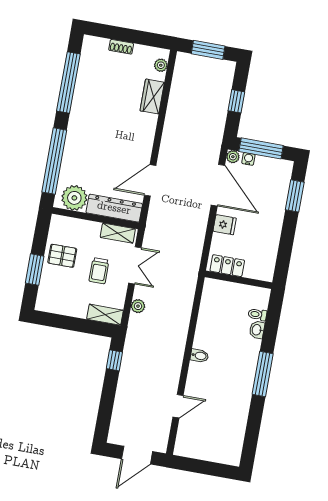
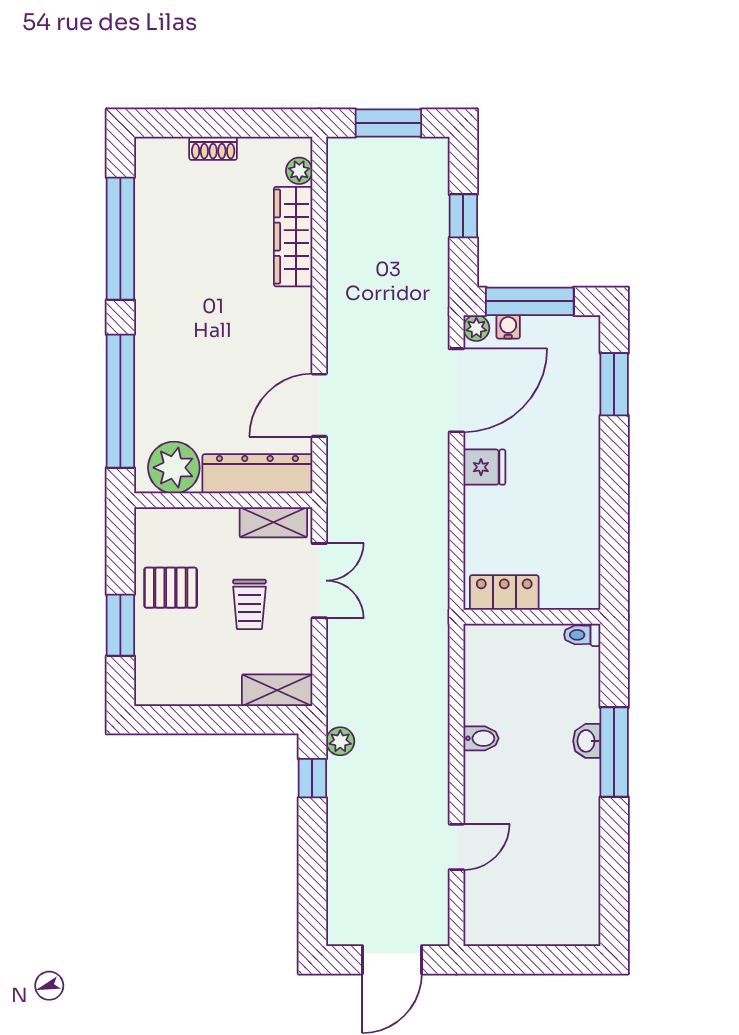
wardrobe: (152, 97) -> (293, 237), width x1.50
door: (218, 185) -> (456, 390), hinge flipped
locker: (227, 266) -> (504, 593), moved
wall: (239, 280) -> (532, 617), moved
plant: (138, 306) -> (340, 741), moved
washbasin: (257, 330) -> (587, 741), moved

